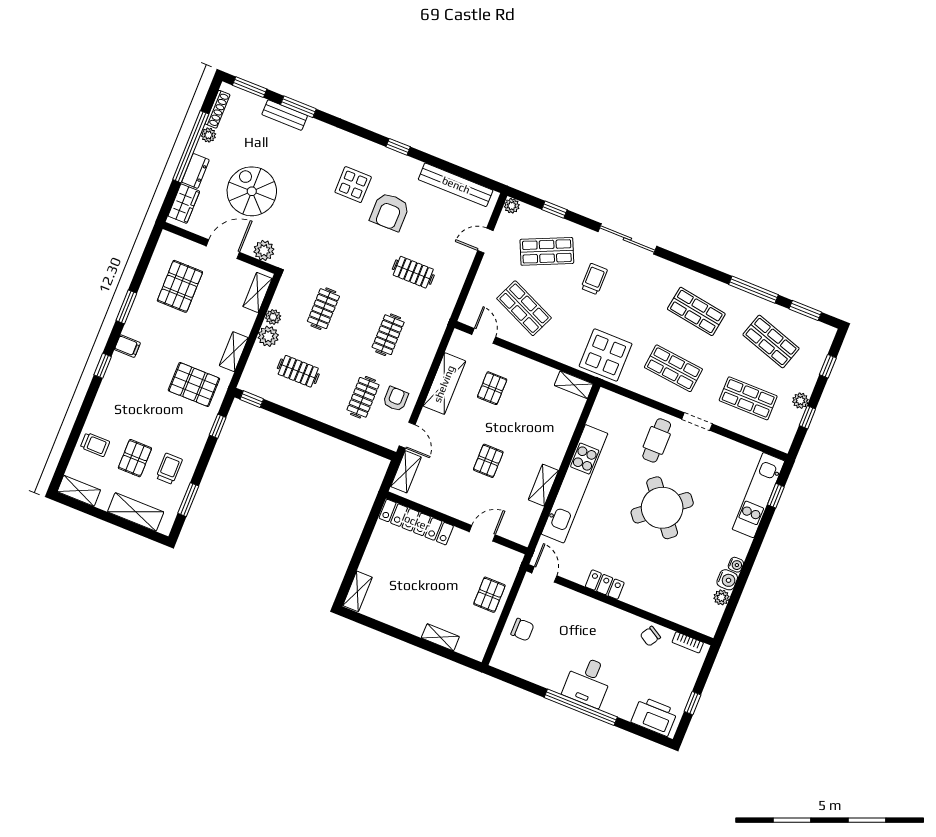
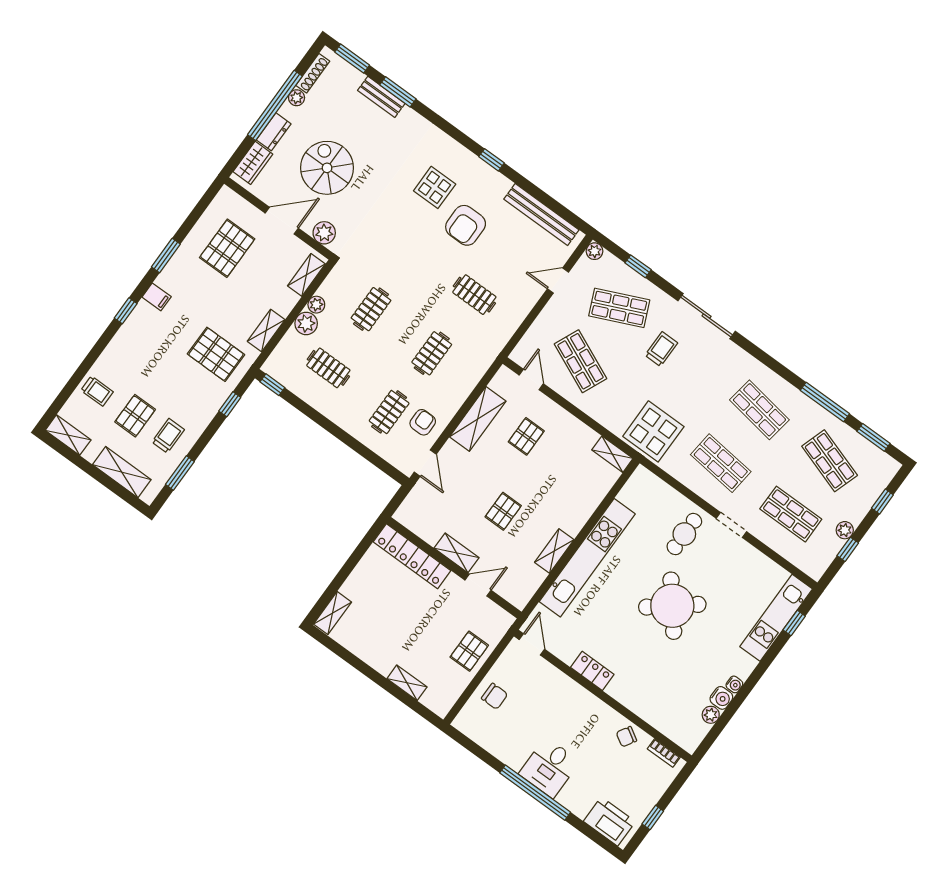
shelving: (406, 472) -> (456, 553), moved, turned 90

